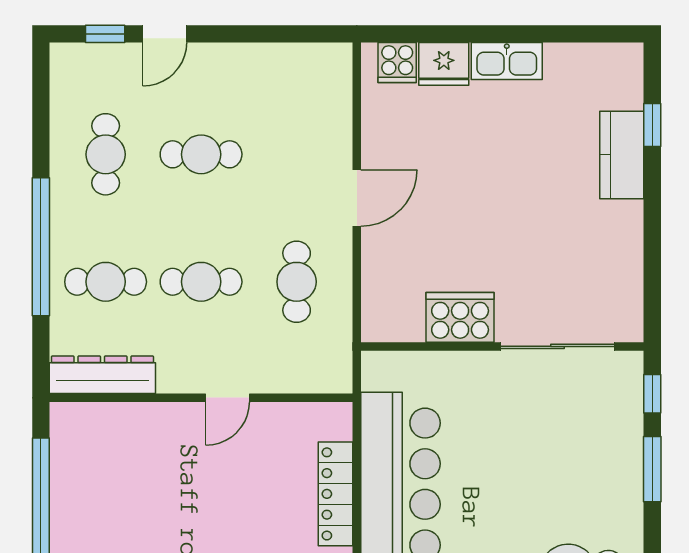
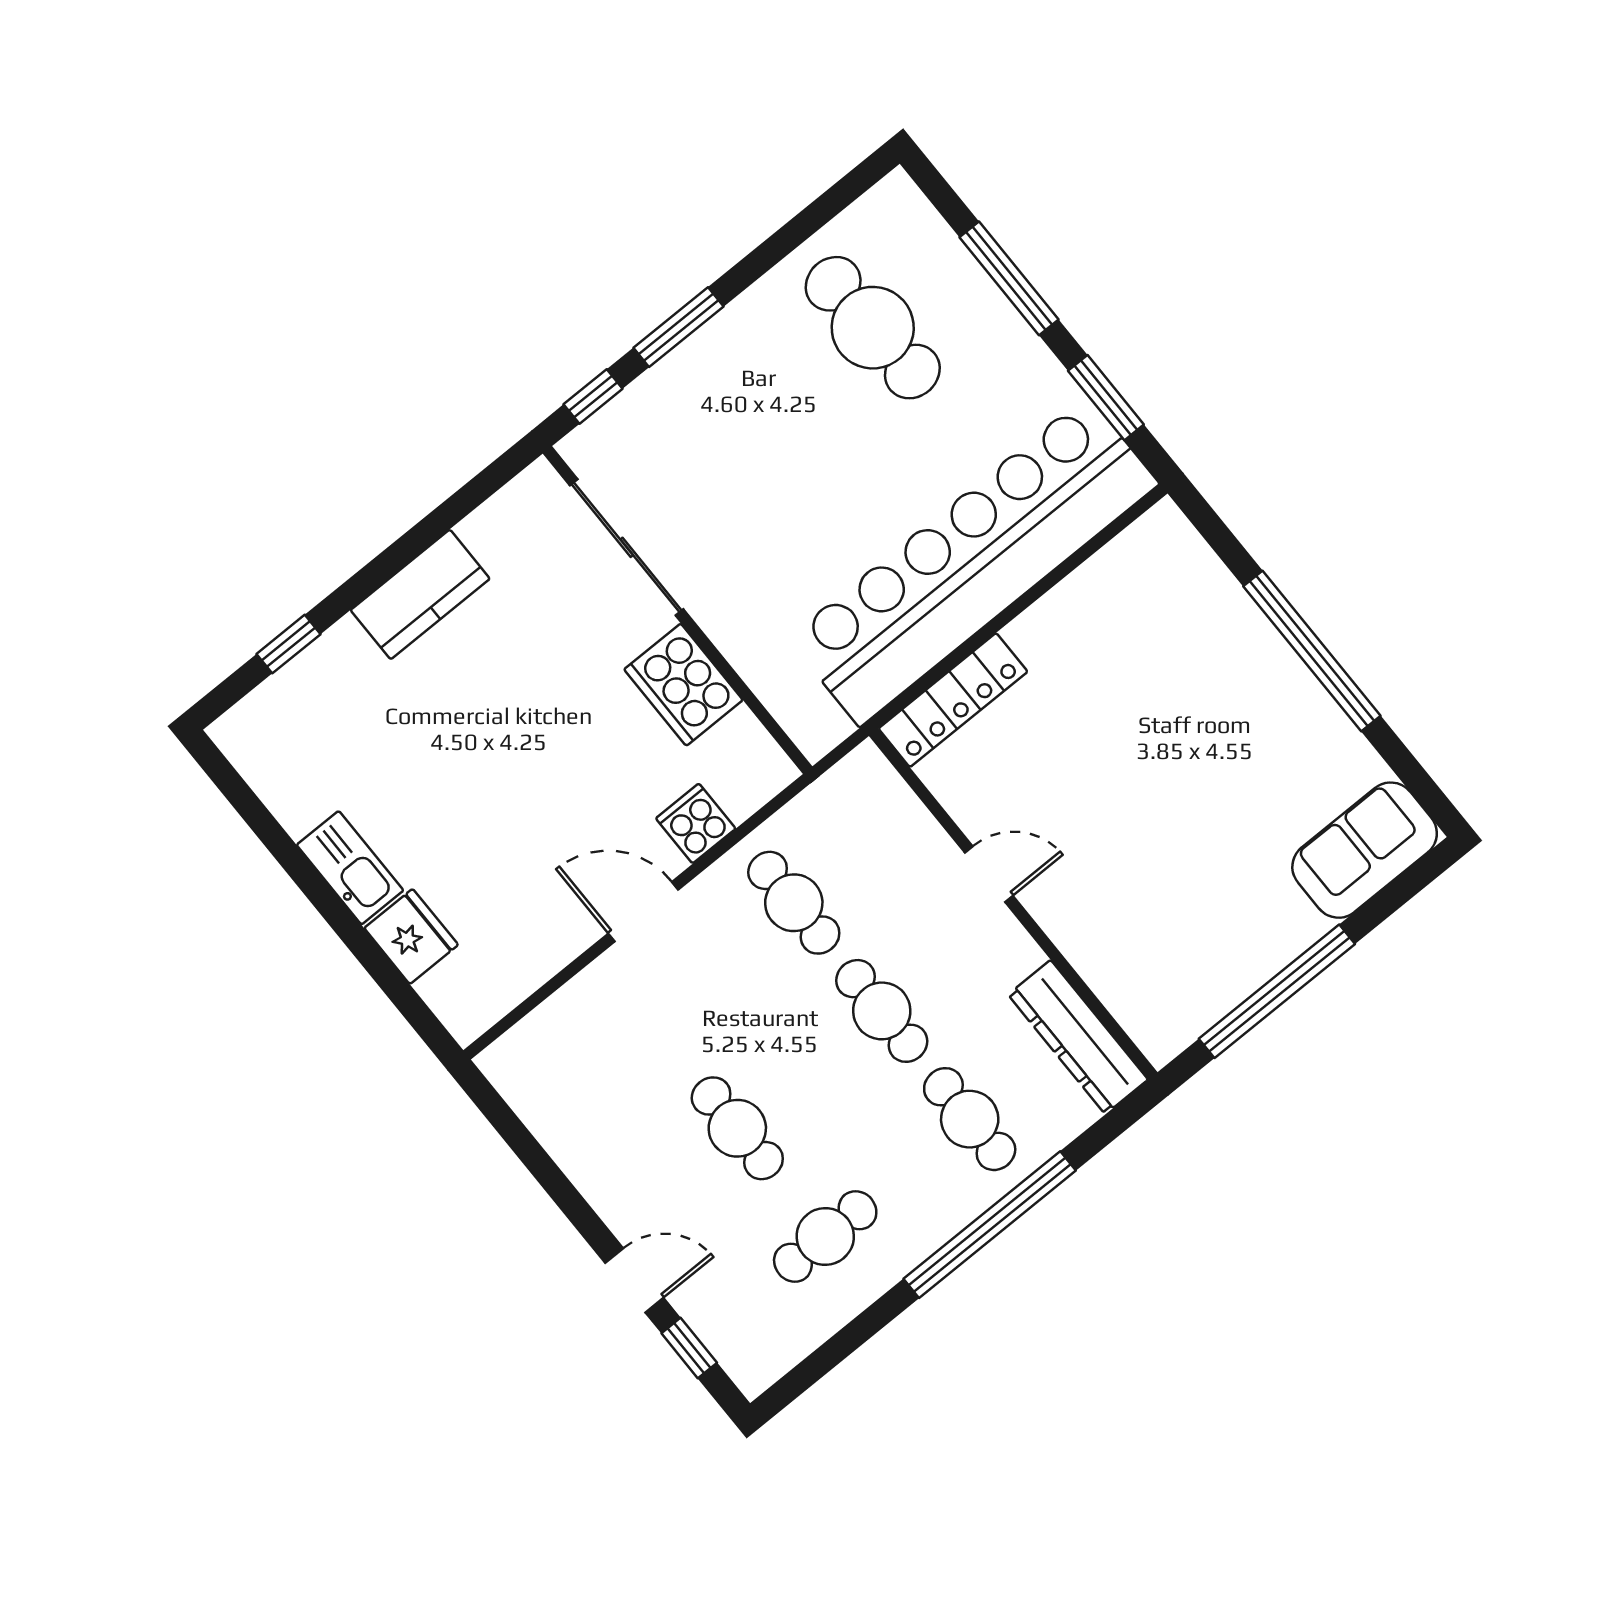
cooker: (397, 63) -> (696, 823), moved, turned -90
kitchen counter: (622, 155) -> (420, 594), moved
cafe table: (297, 282) -> (794, 903), turned 90
locker: (335, 494) -> (953, 700), moved

